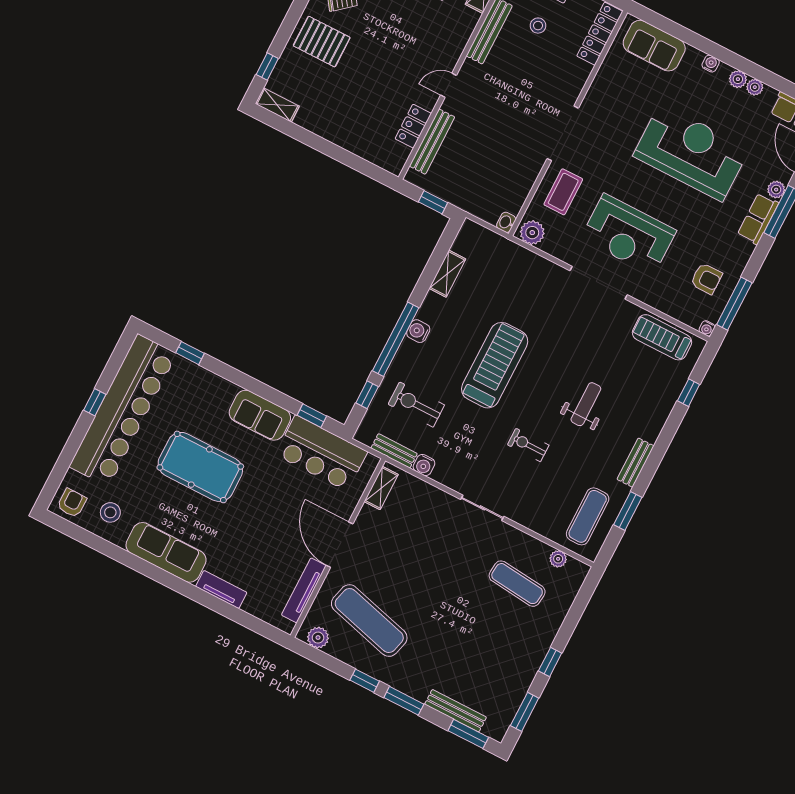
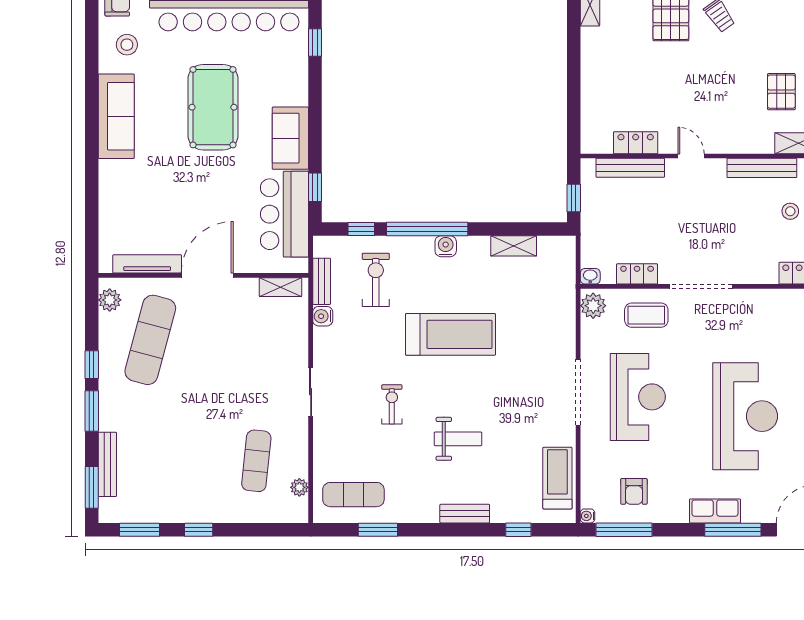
locker: (524, 182) -> (637, 274), added
plant: (776, 190) -> (751, 514), removed
reception desk: (628, 235) -> (638, 397), turned 180
bench: (635, 463) -> (465, 514), moved
tv unit: (221, 589) -> (108, 186), removed

